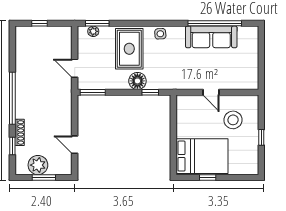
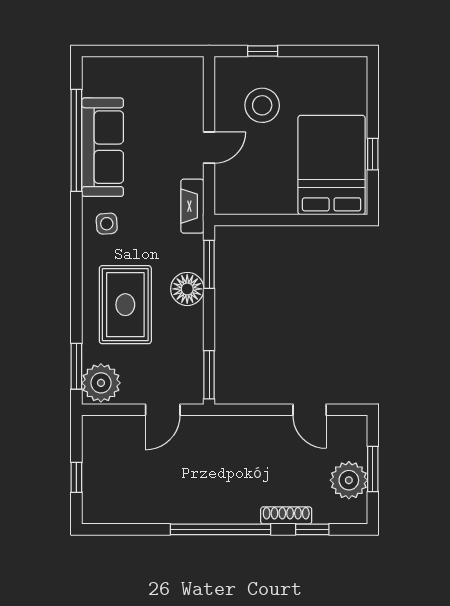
plant: (93, 31) -> (101, 383), width x1.88, depth x1.88
side table: (160, 34) -> (107, 224), moved
rug: (129, 49) -> (125, 305), turned 90
fireplace: (181, 84) -> (192, 206), added
window: (150, 92) -> (209, 264), width x1.50
window: (261, 137) -> (263, 51), moved
door: (75, 145) -> (310, 410), hinge flipped

